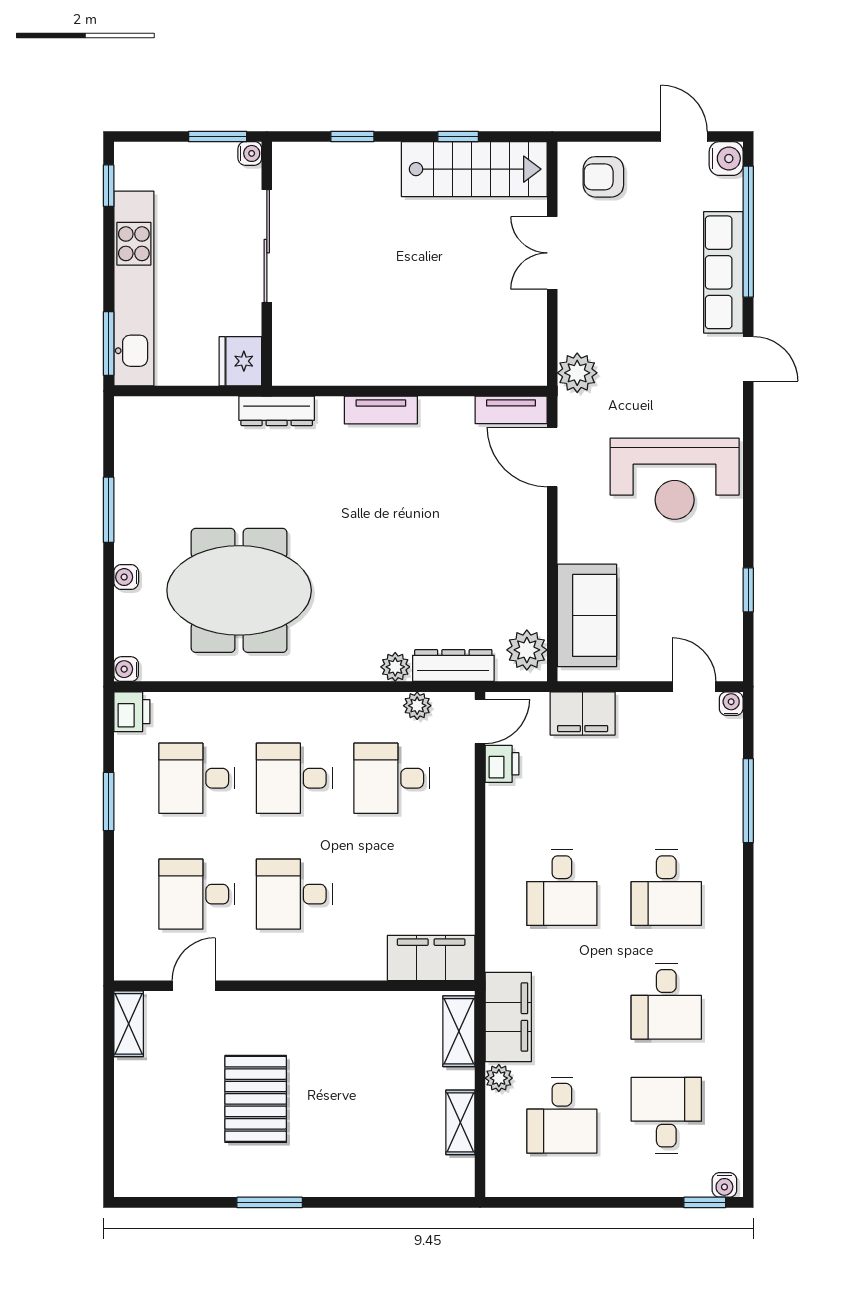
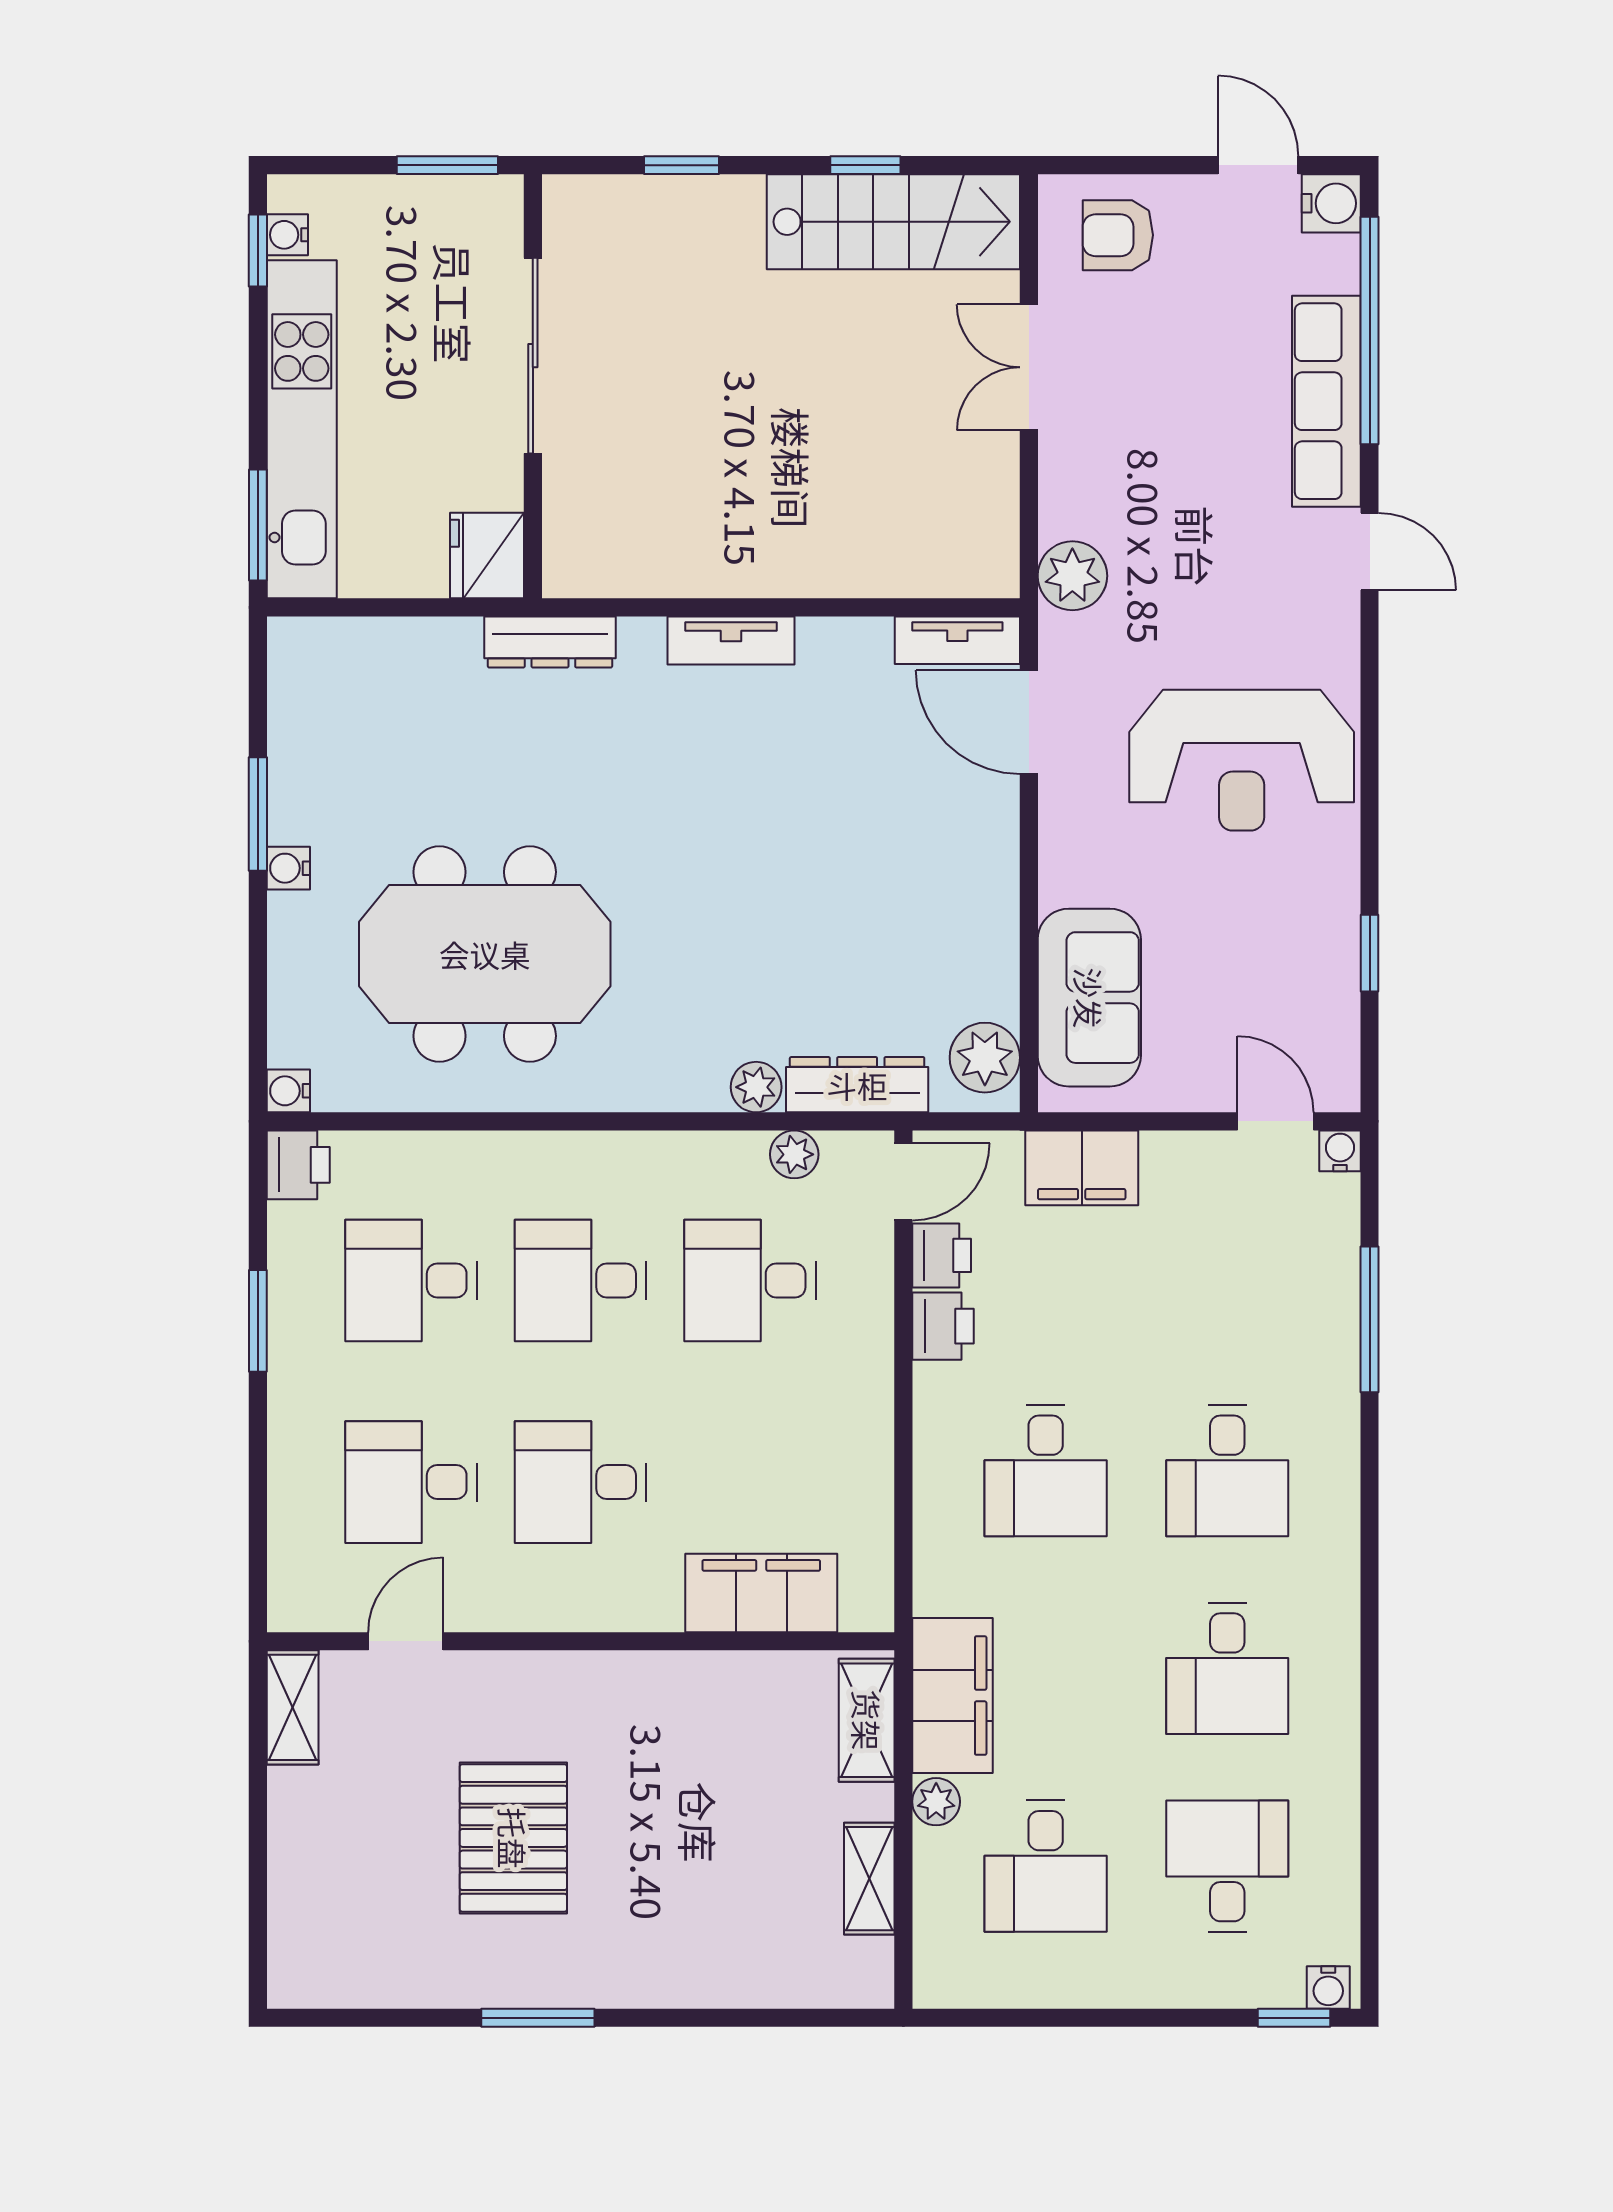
water cooler: (250, 153) -> (287, 235), moved, turned 180
water cooler: (126, 577) -> (288, 868), moved
printer: (503, 804) -> (943, 1326), added
filing cabinet: (431, 958) -> (761, 1593), moved

